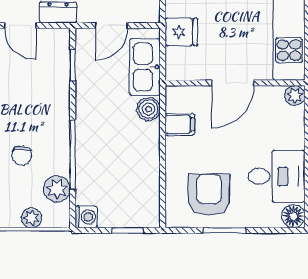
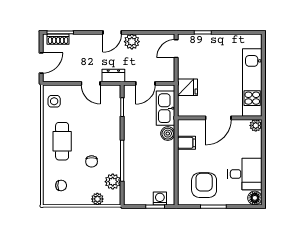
washing machine: (86, 217) -> (160, 198), moved, turned -90

